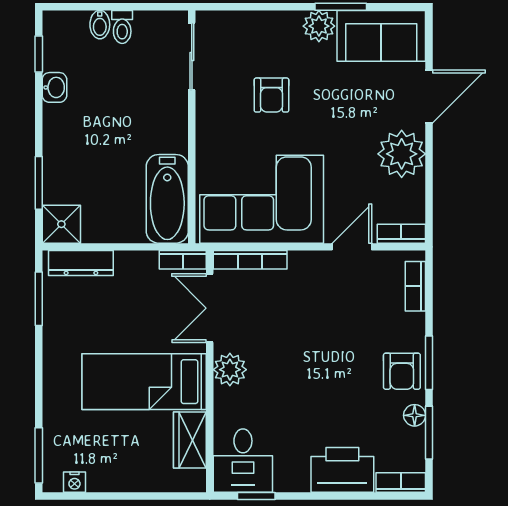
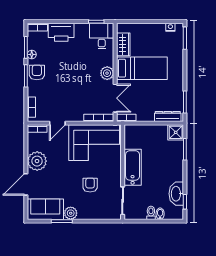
washbasin: (54, 87) -> (176, 194), width x1.91, depth x1.45
bathtub: (167, 199) -> (133, 167), moved

